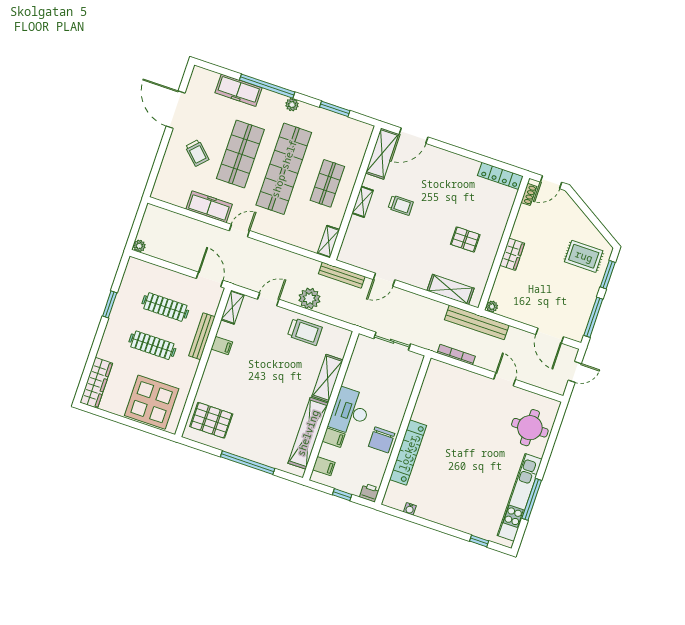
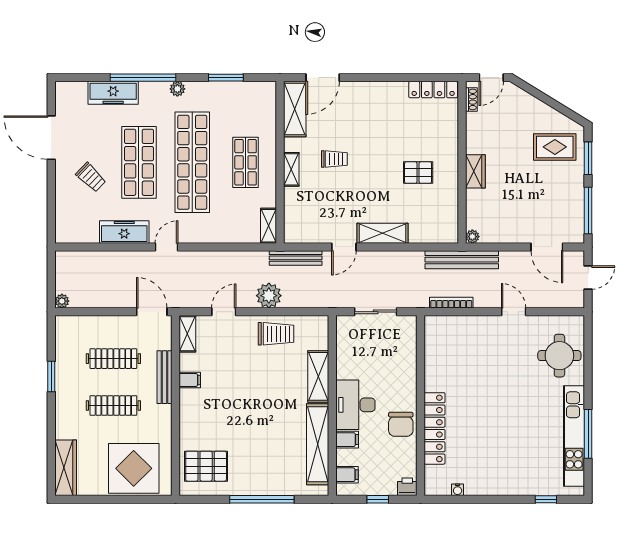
shelving: (450, 290) -> (382, 233), moved

